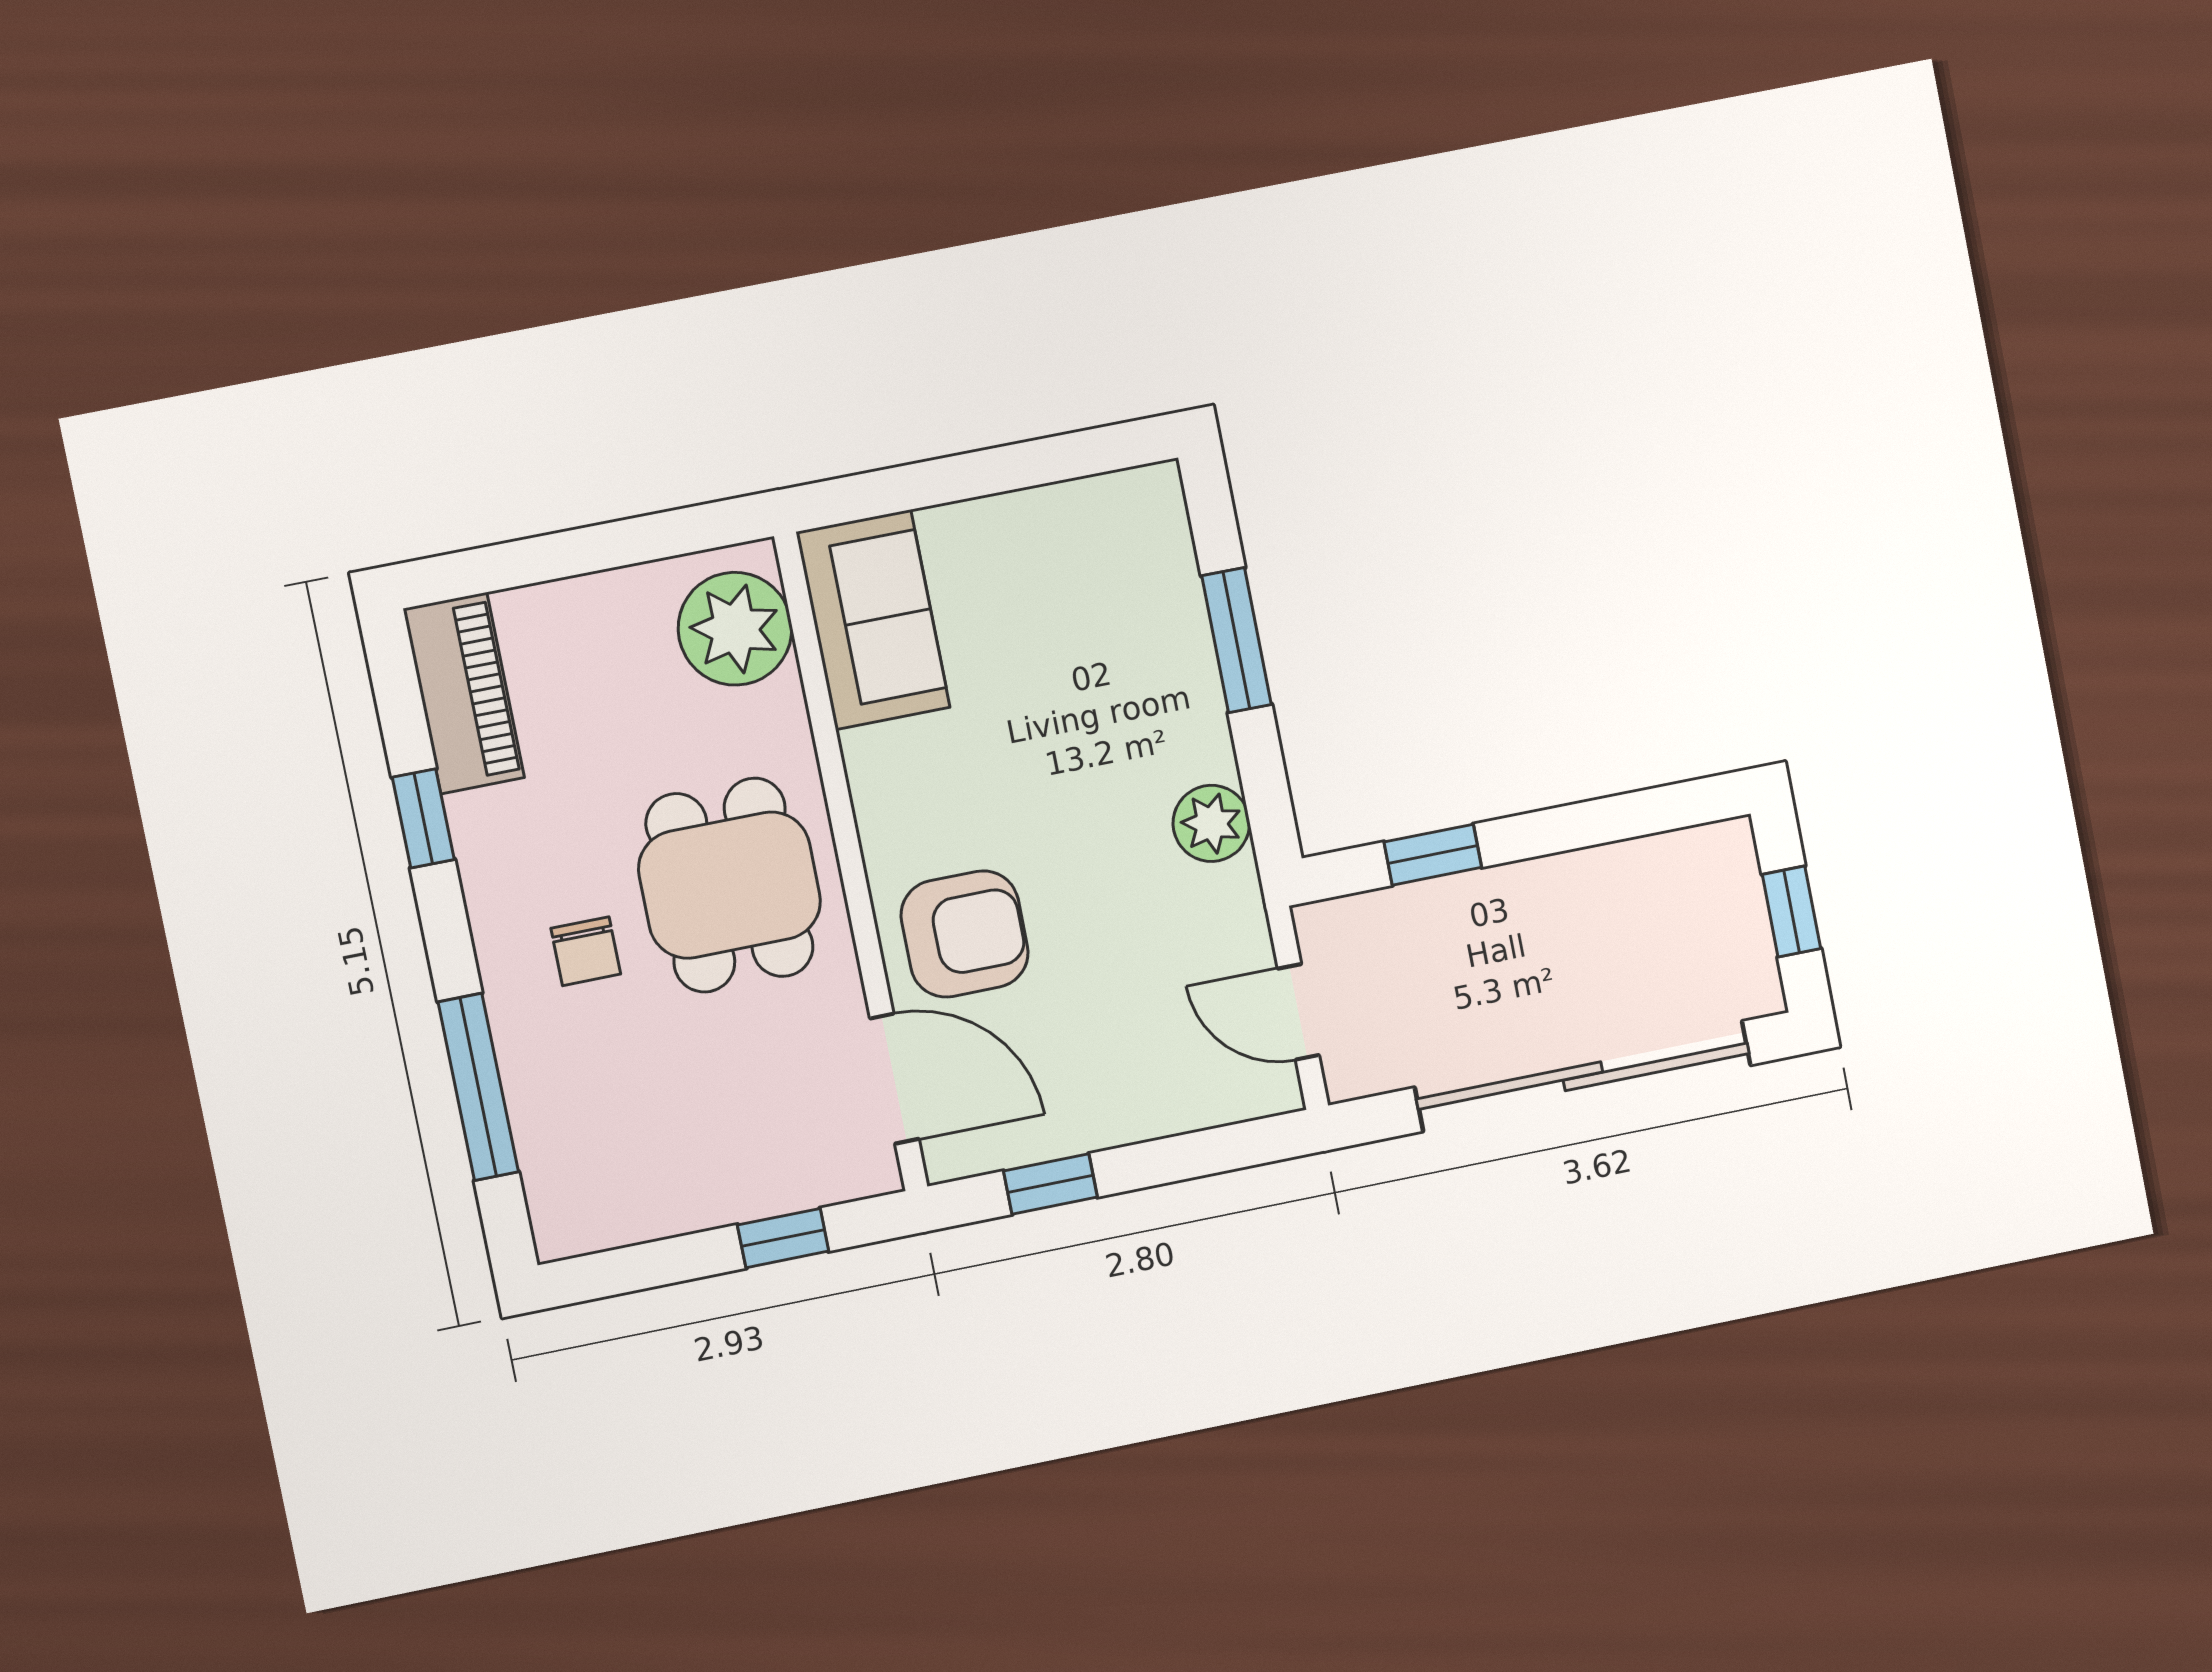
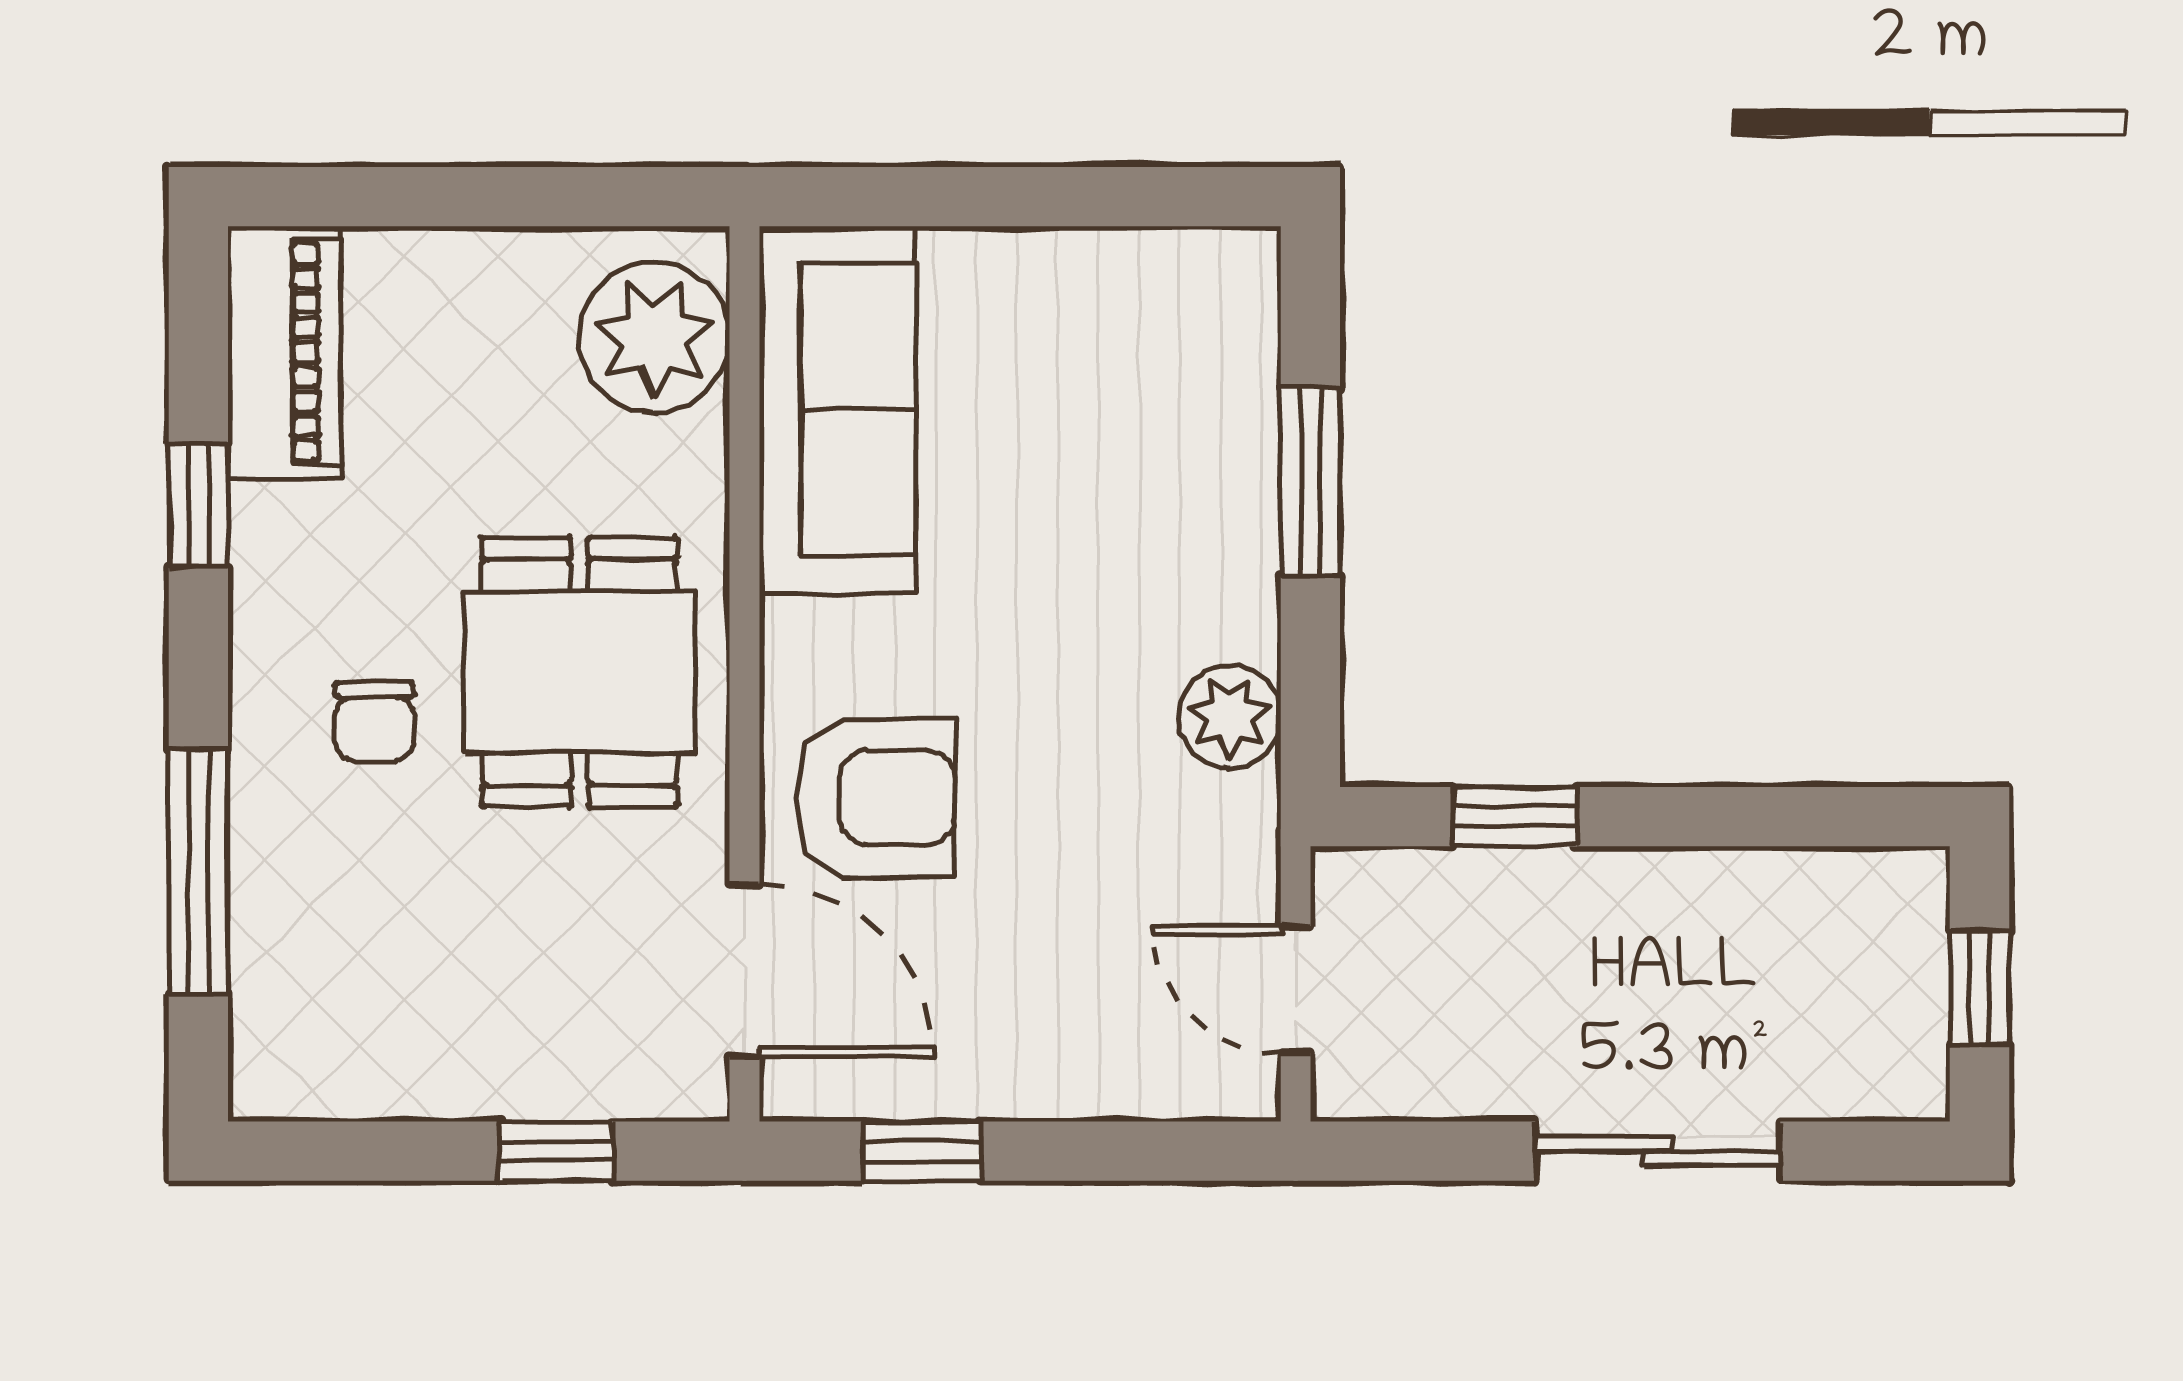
sofa: (873, 620) -> (837, 410), width x1.36
sliding door: (1583, 1076) -> (1658, 1151), width x0.54

